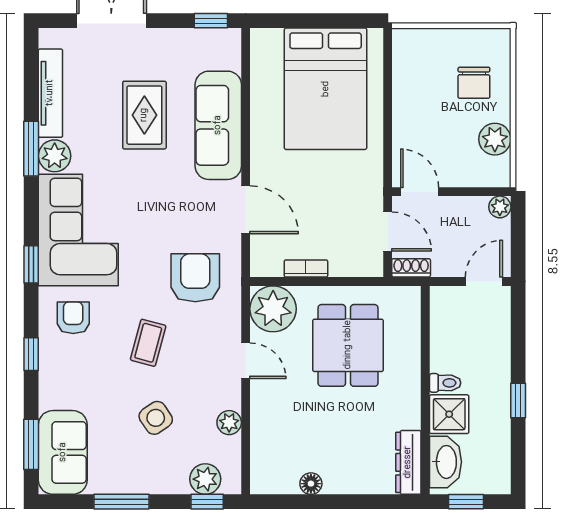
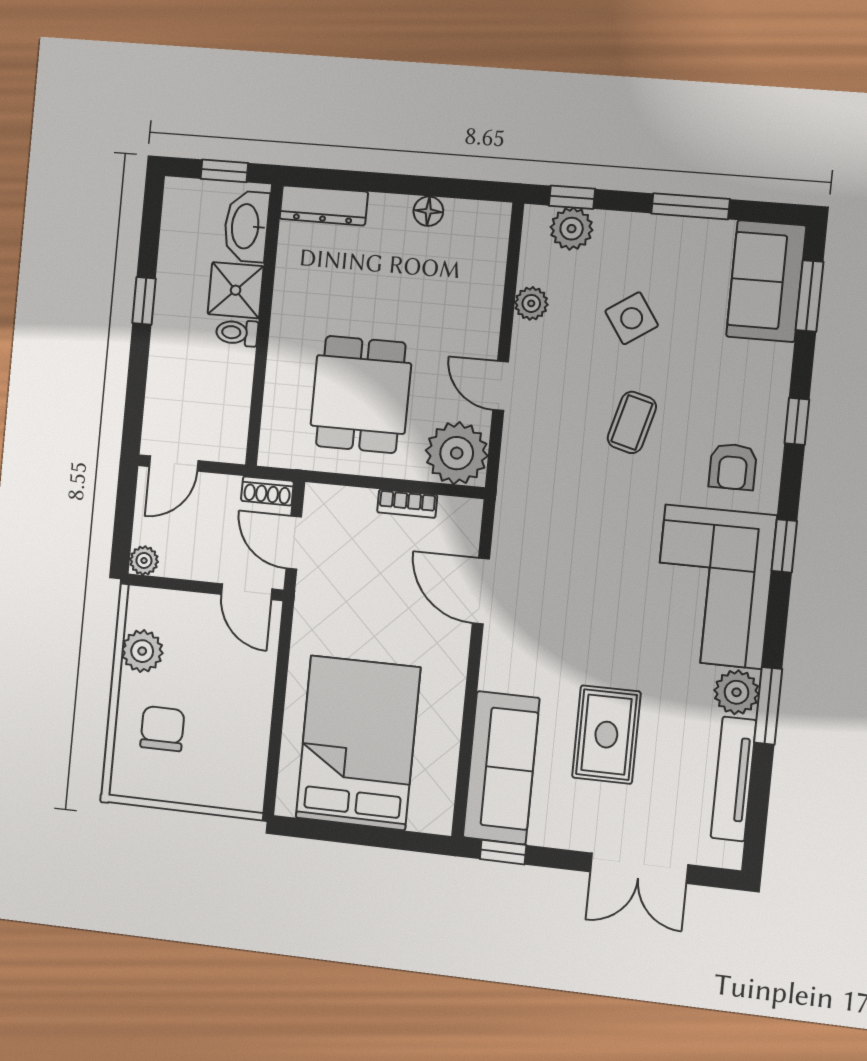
sofa: (218, 125) -> (501, 768), moved
armchair: (195, 278) -> (558, 505), removed
dresser: (408, 462) -> (324, 205), moved, turned 90

